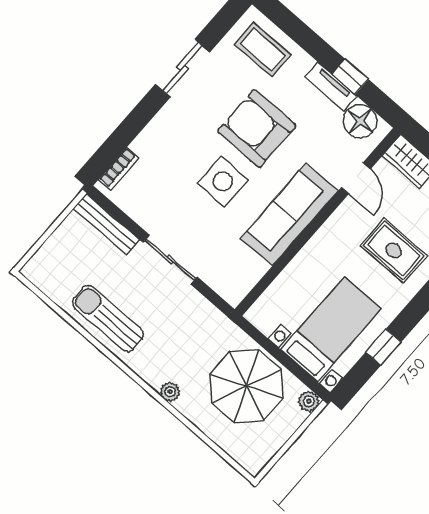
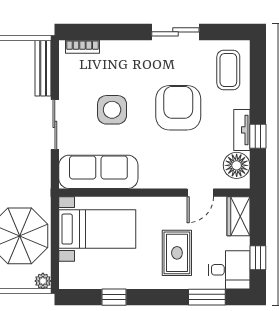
side table: (223, 182) -> (112, 110), moved
sofa: (289, 215) -> (98, 172), moved
bed with nightstands: (331, 329) -> (97, 229), moved

